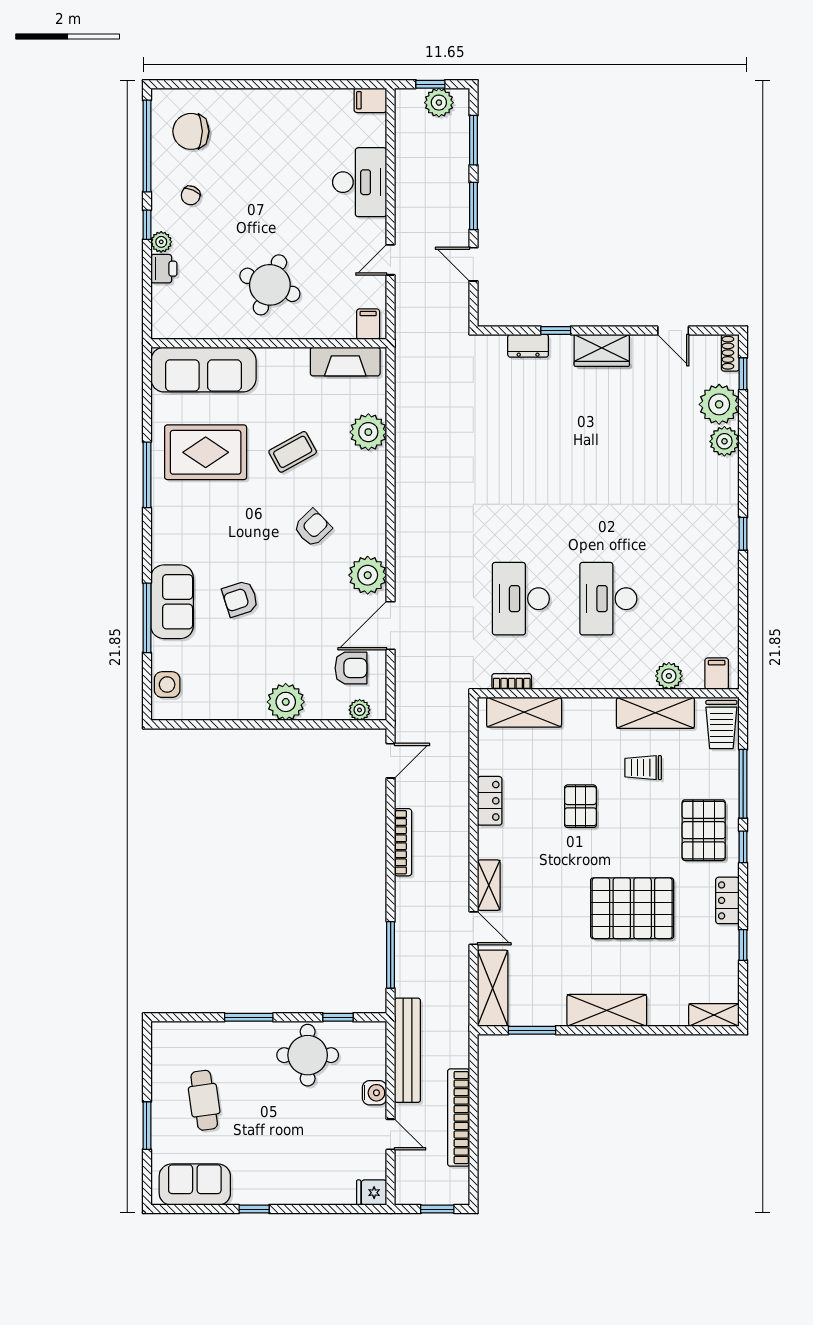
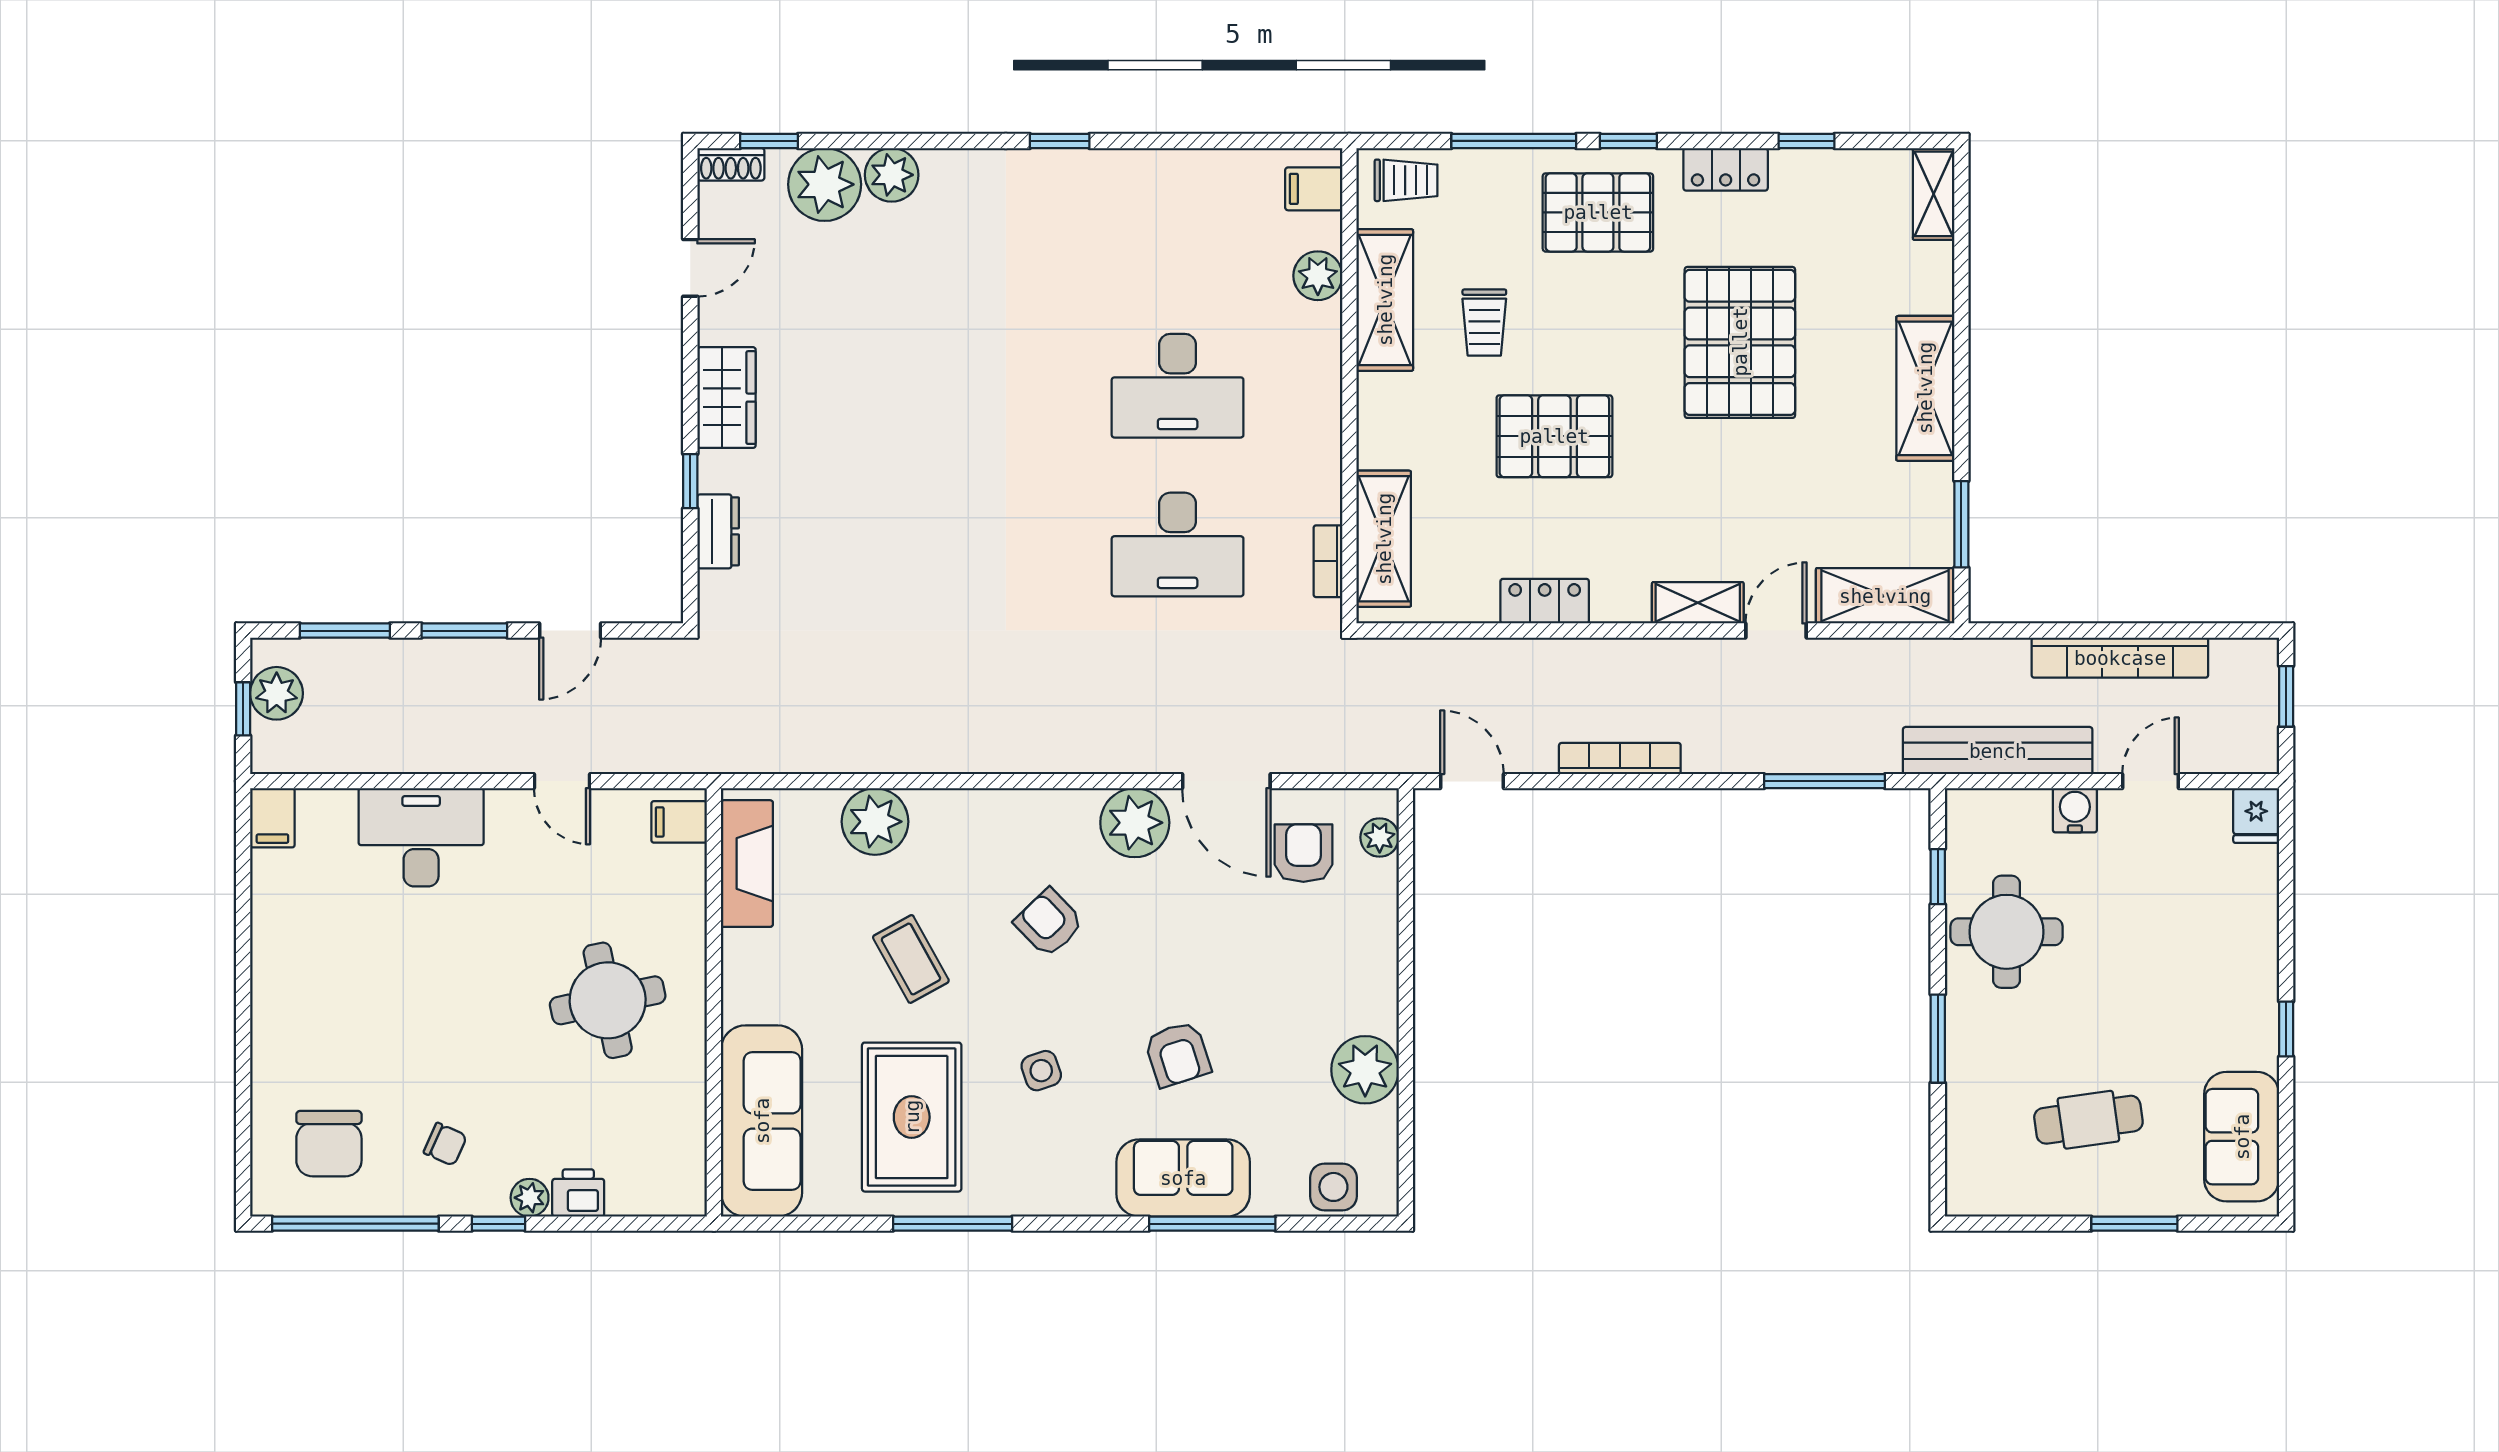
round table: (270, 285) -> (608, 1000), turned -34
side table: (231, 524) -> (1041, 1071), added
plant: (286, 702) -> (1365, 1070), moved
trolley: (721, 725) -> (1406, 180), width x0.73, depth x0.72
pallet: (580, 806) -> (1554, 436), width x1.50, depth x1.42

